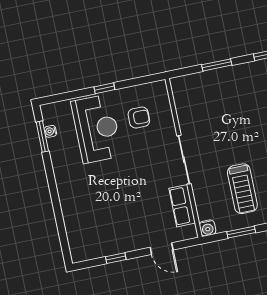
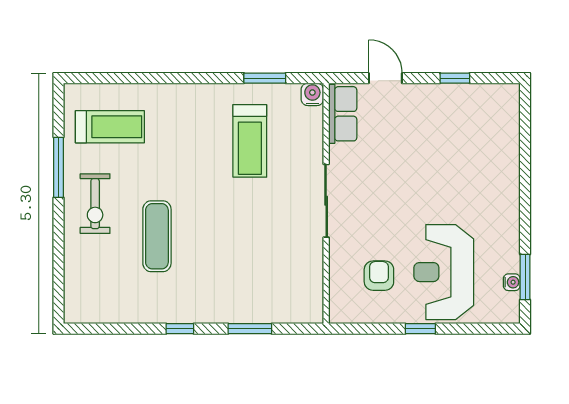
armchair: (139, 118) -> (379, 276), turned 90
treadmill: (242, 189) -> (250, 141), turned 180
row of seats: (182, 206) -> (343, 114), moved

